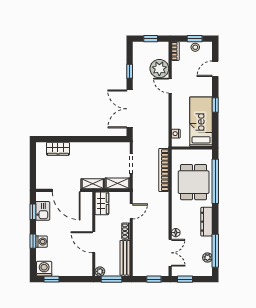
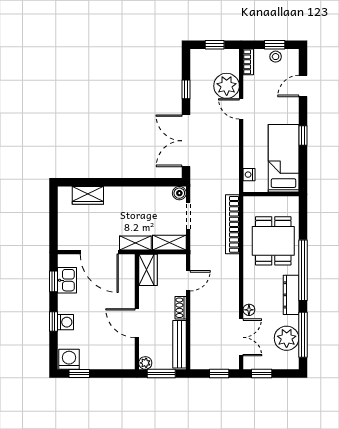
boiler: (125, 147) -> (179, 193), added
window: (215, 181) -> (303, 270), moved
plant: (207, 258) -> (287, 338), width x1.87, depth x1.87

